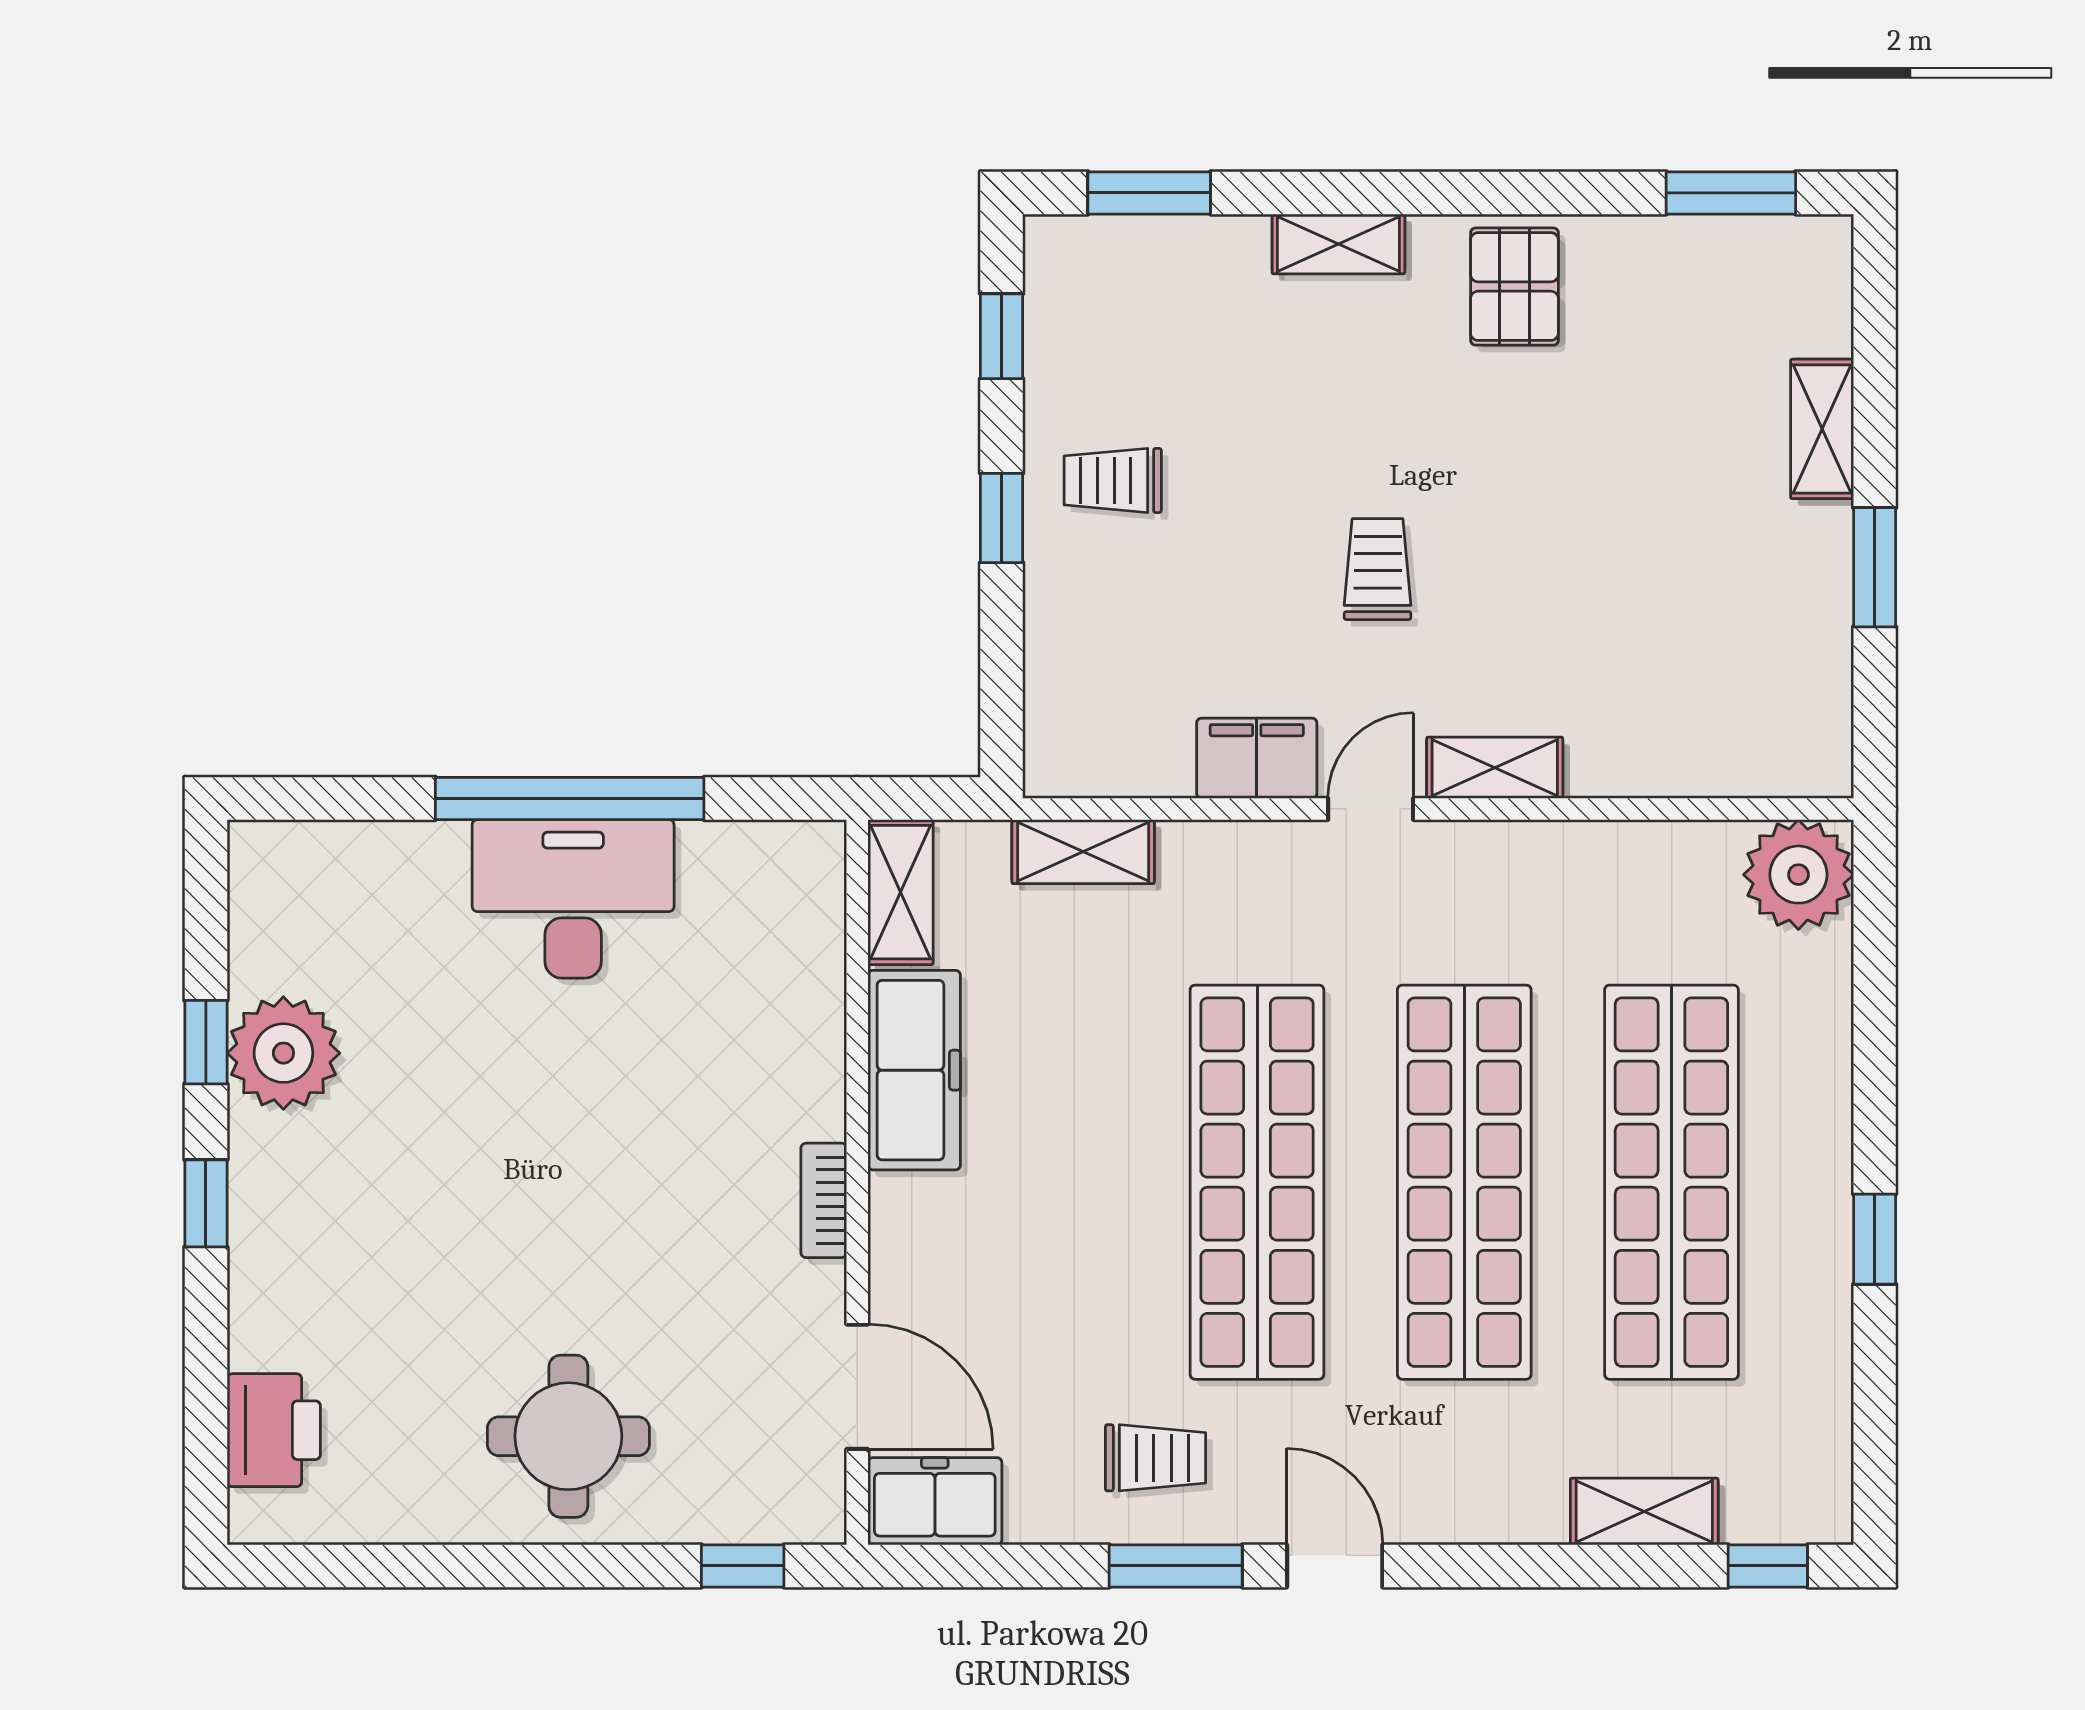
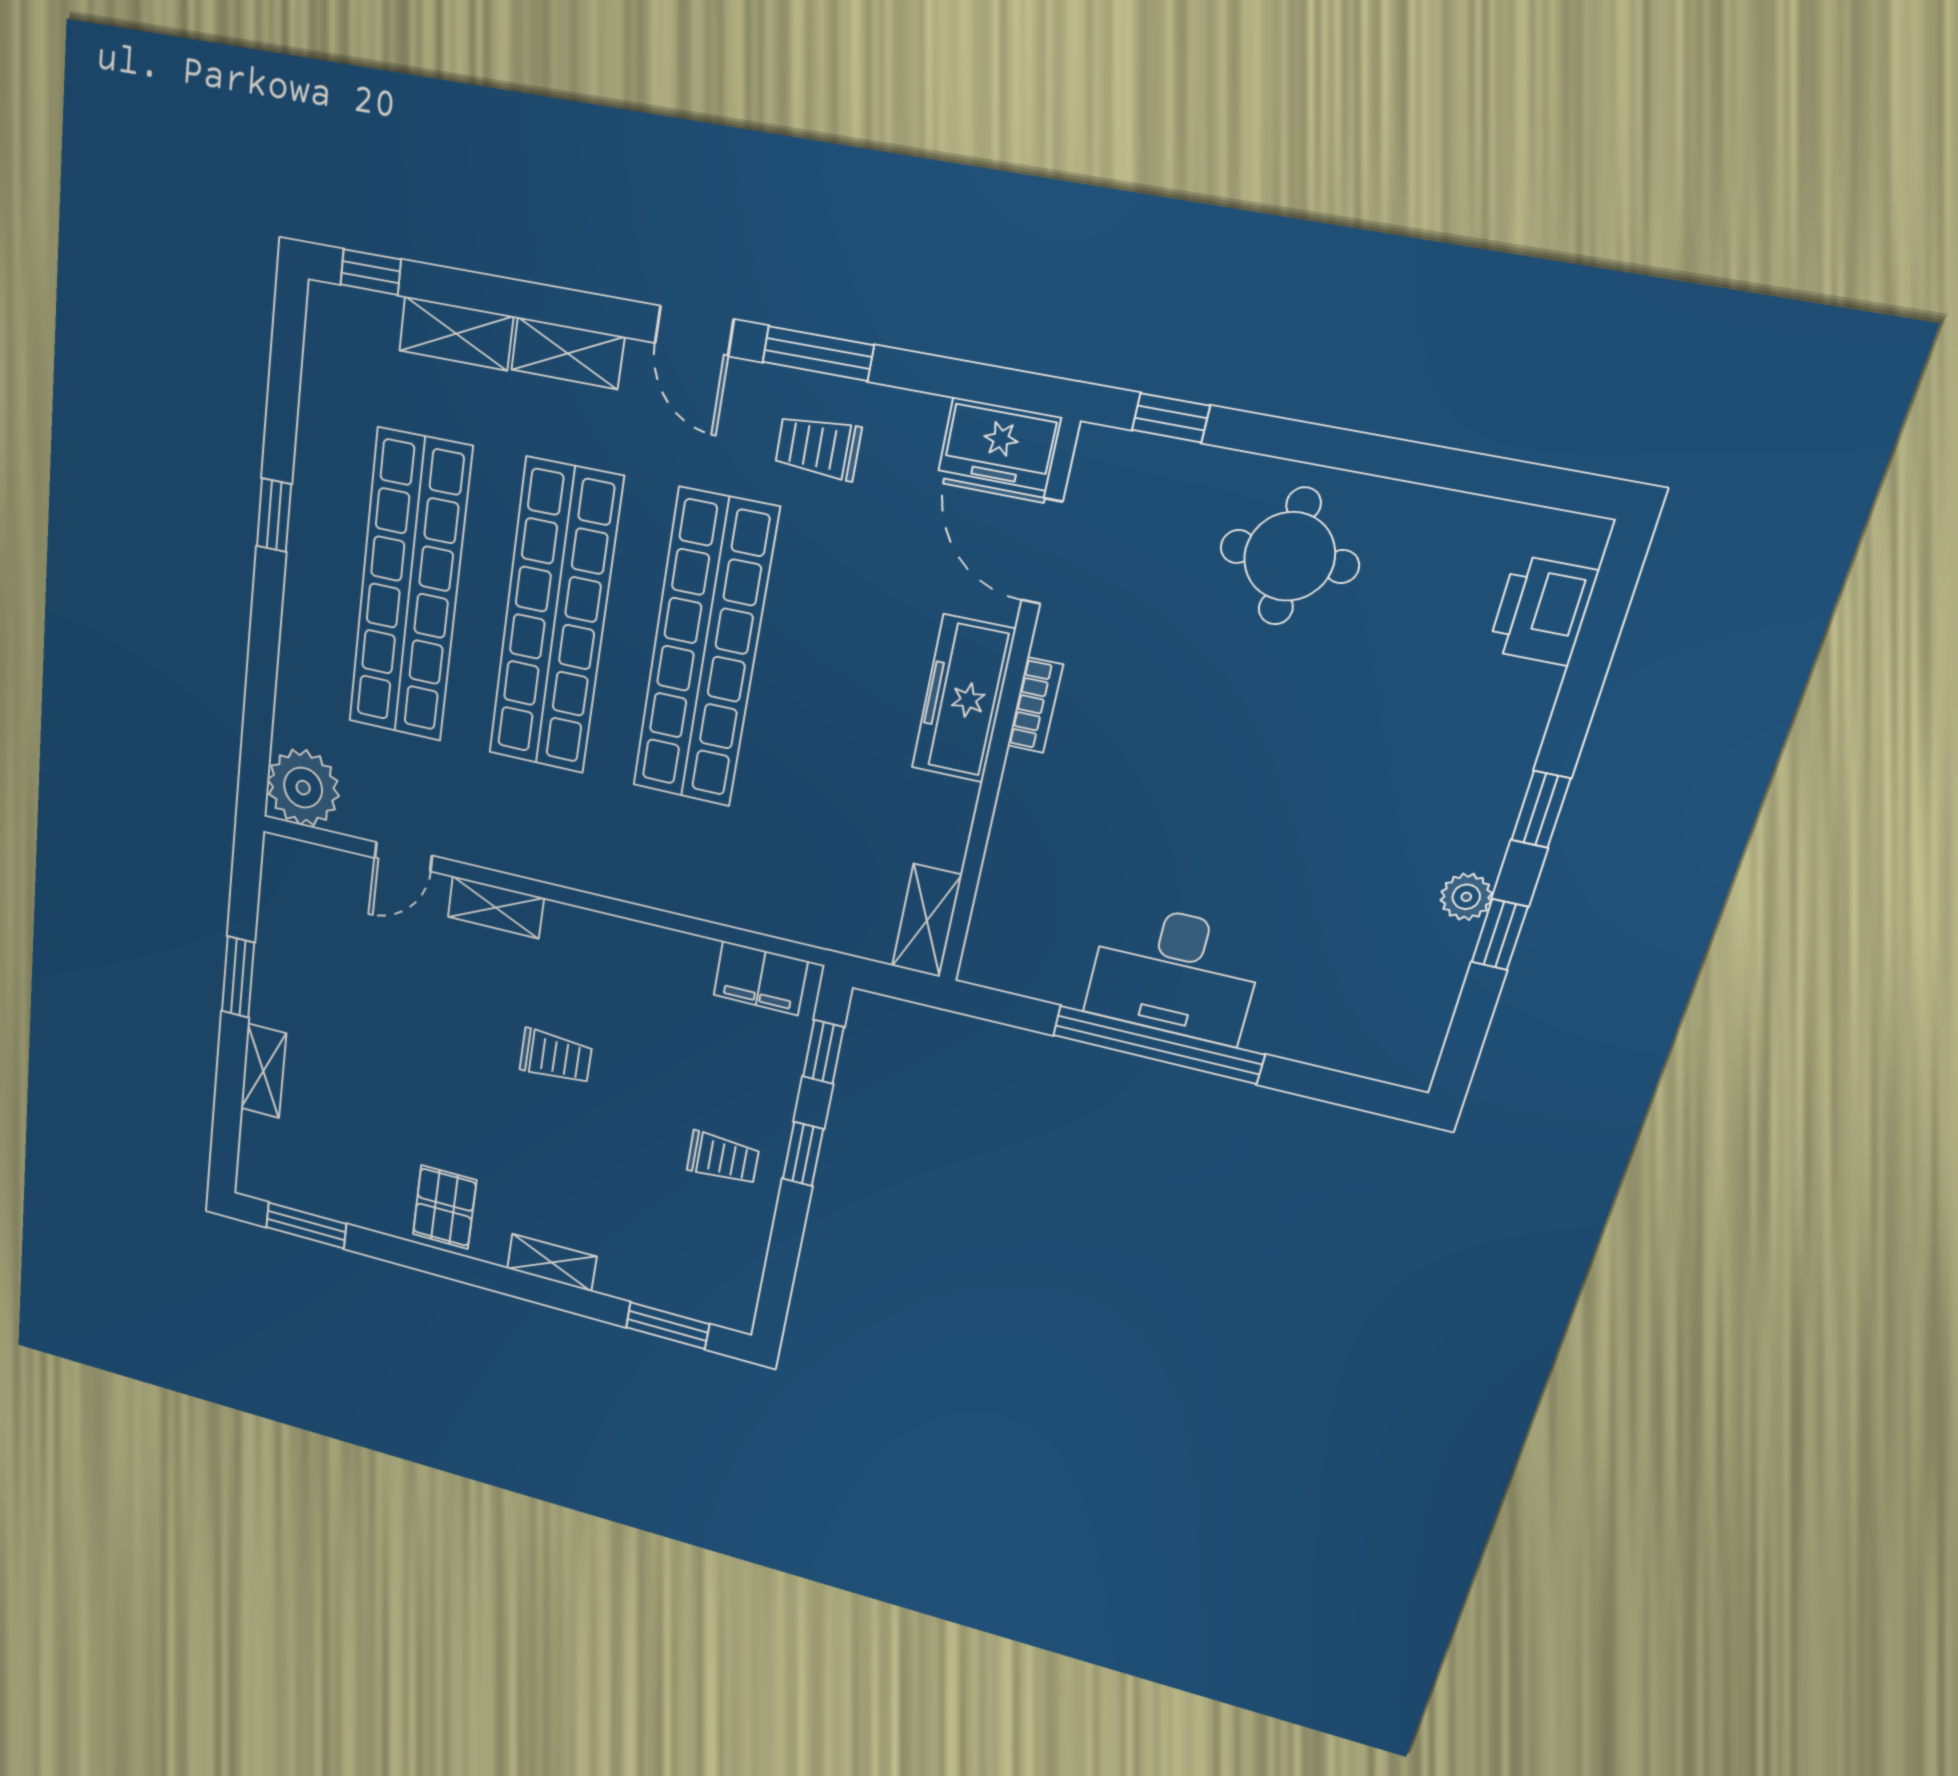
window: (1002, 336) -> (823, 1052), moved
trolley: (1378, 569) -> (556, 1057), turned -90
filing cabinet: (1257, 758) -> (761, 978), moved
door: (1371, 809) -> (403, 857), moved
shelving: (1083, 852) -> (568, 353), moved
plant: (283, 1053) -> (1466, 897), width x0.53, depth x0.53
freezer: (914, 1070) -> (963, 699), moved

